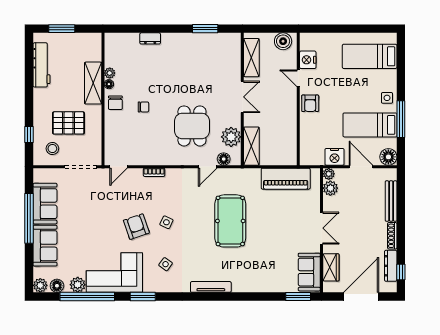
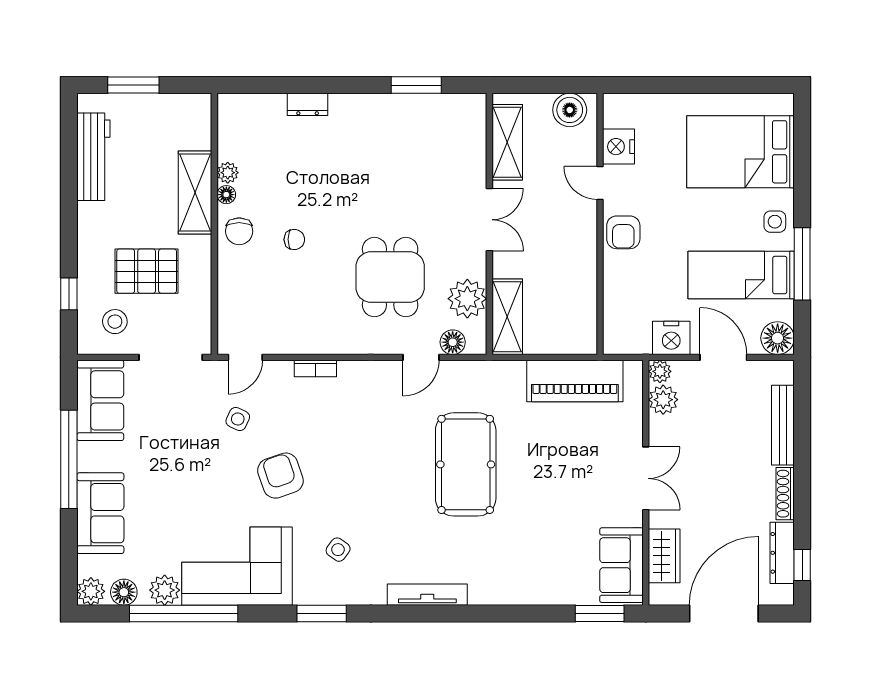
bed: (370, 56) -> (740, 152), width x1.50
sofa: (45, 204) -> (100, 400), moved
side table: (166, 222) -> (238, 419), moved
window: (143, 297) -> (322, 613), moved

